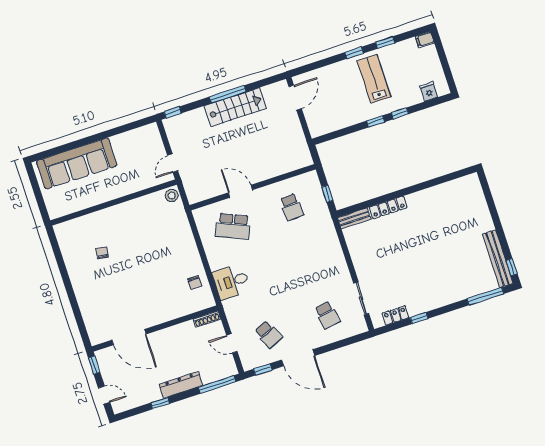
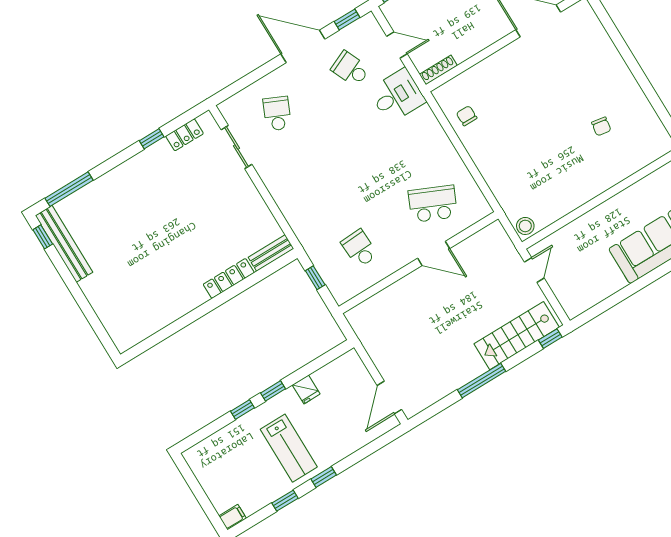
fridge: (429, 92) -> (306, 389), moved
stairs: (235, 107) -> (517, 336), moved
desk: (231, 282) -> (397, 96), moved
school desk: (327, 315) -> (277, 114), turned 33

